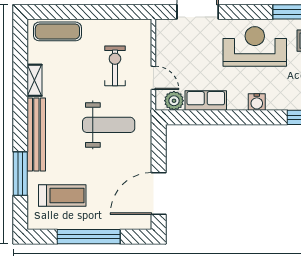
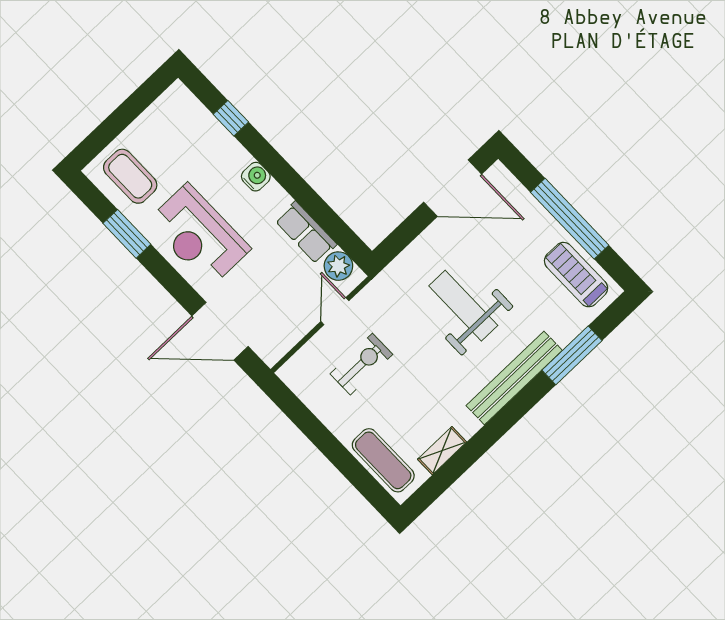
exercise bike: (115, 66) -> (361, 364), turned 180
shelving: (35, 80) -> (442, 451), moved
weight bench: (109, 125) -> (463, 306), moved
treadmill: (62, 195) -> (576, 275), moved

